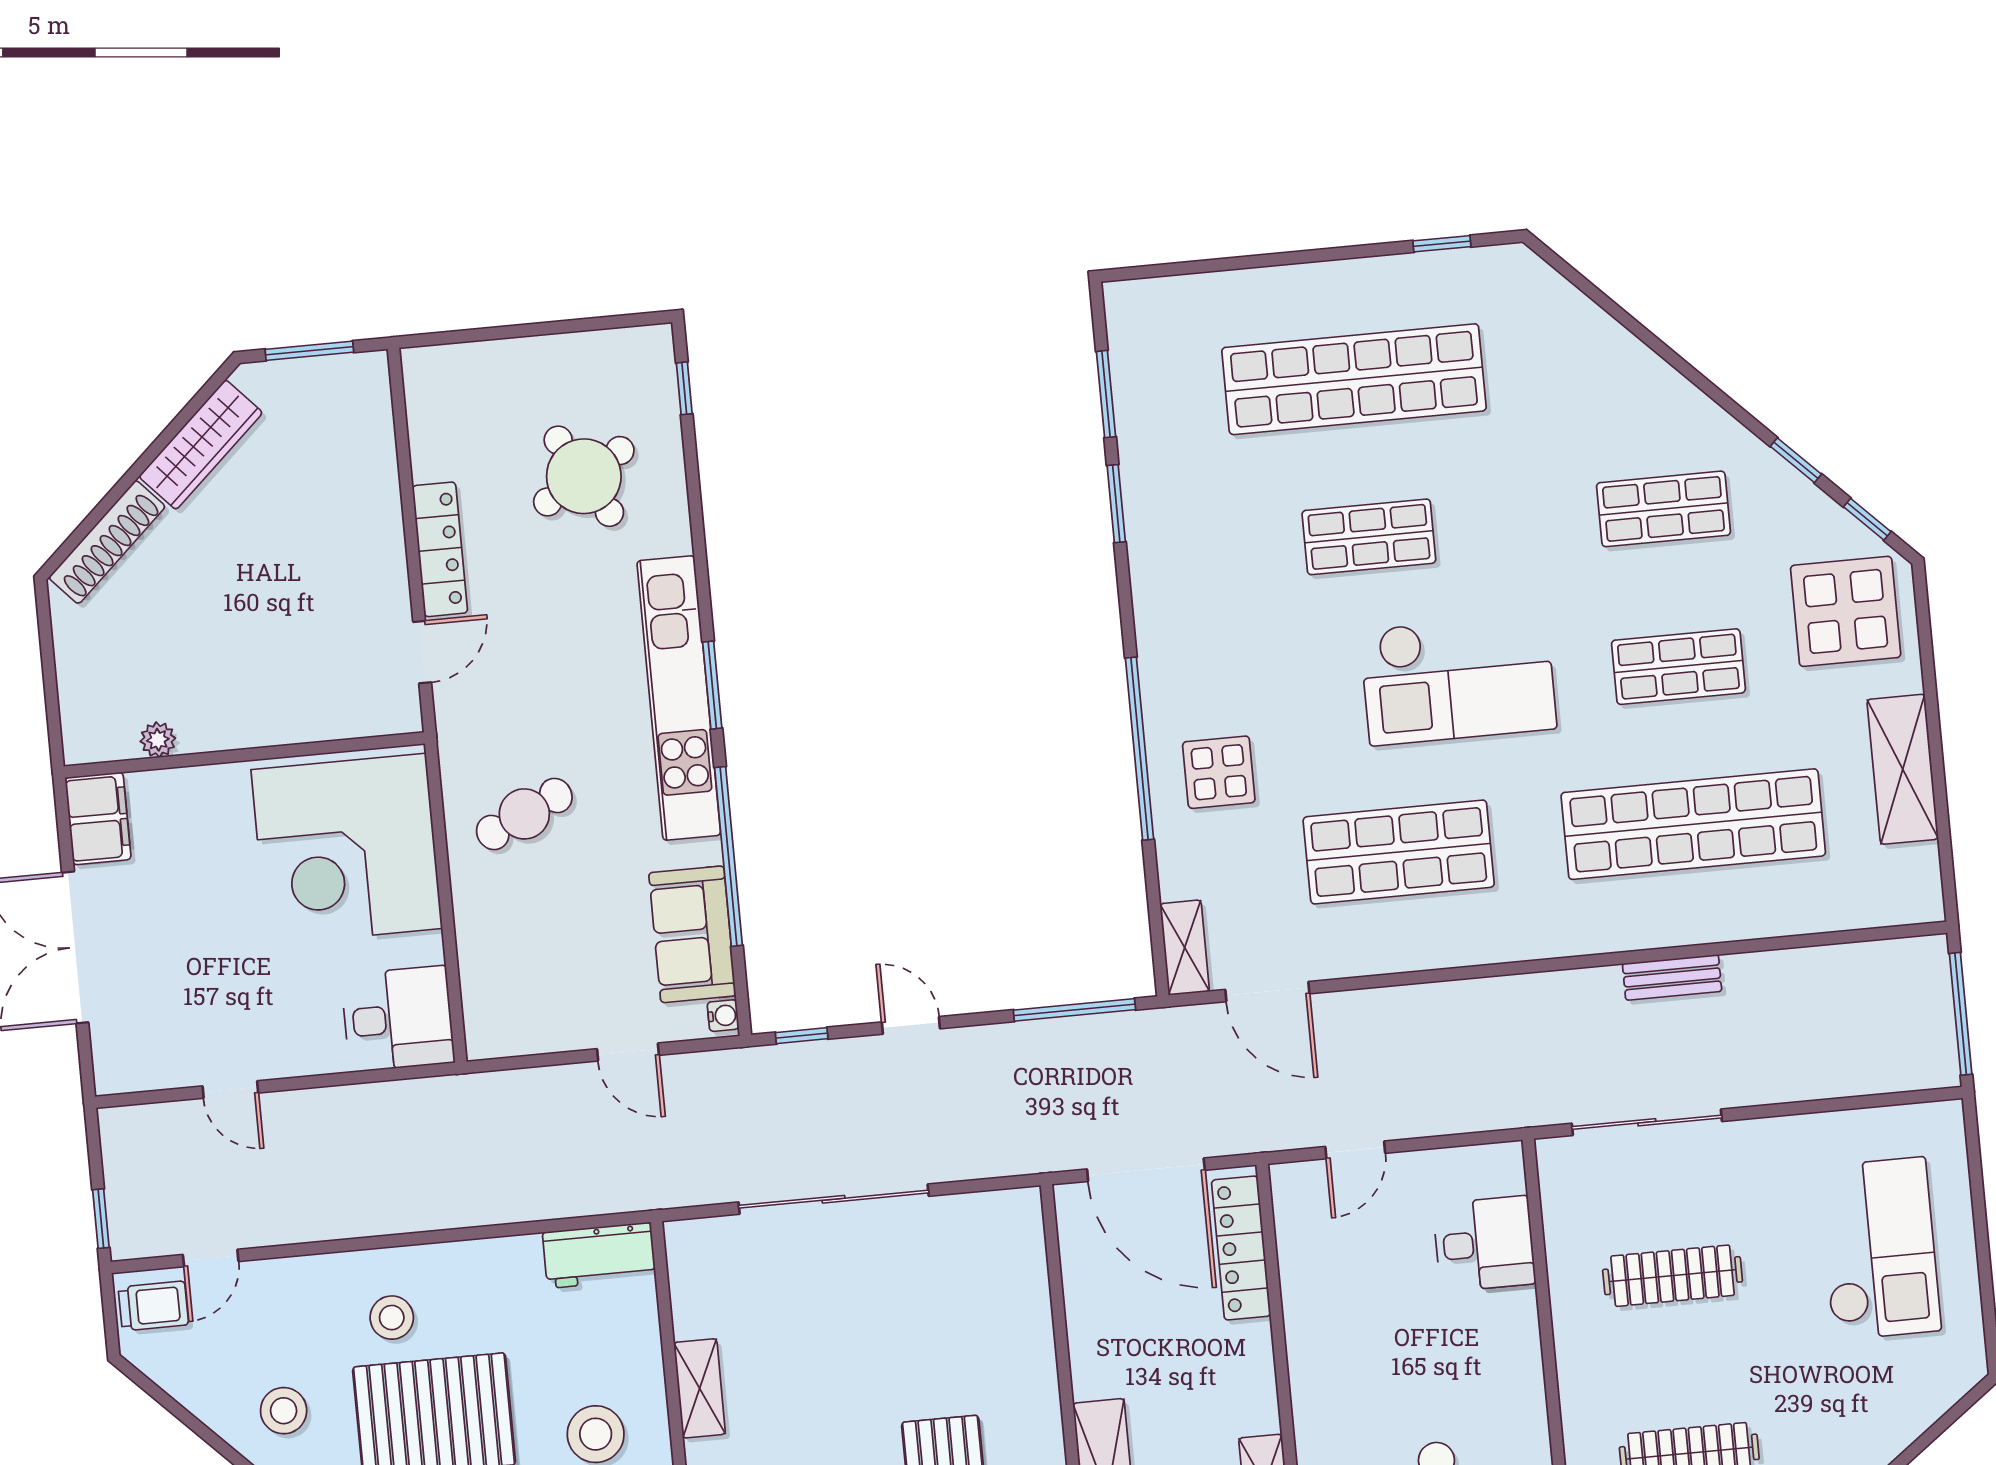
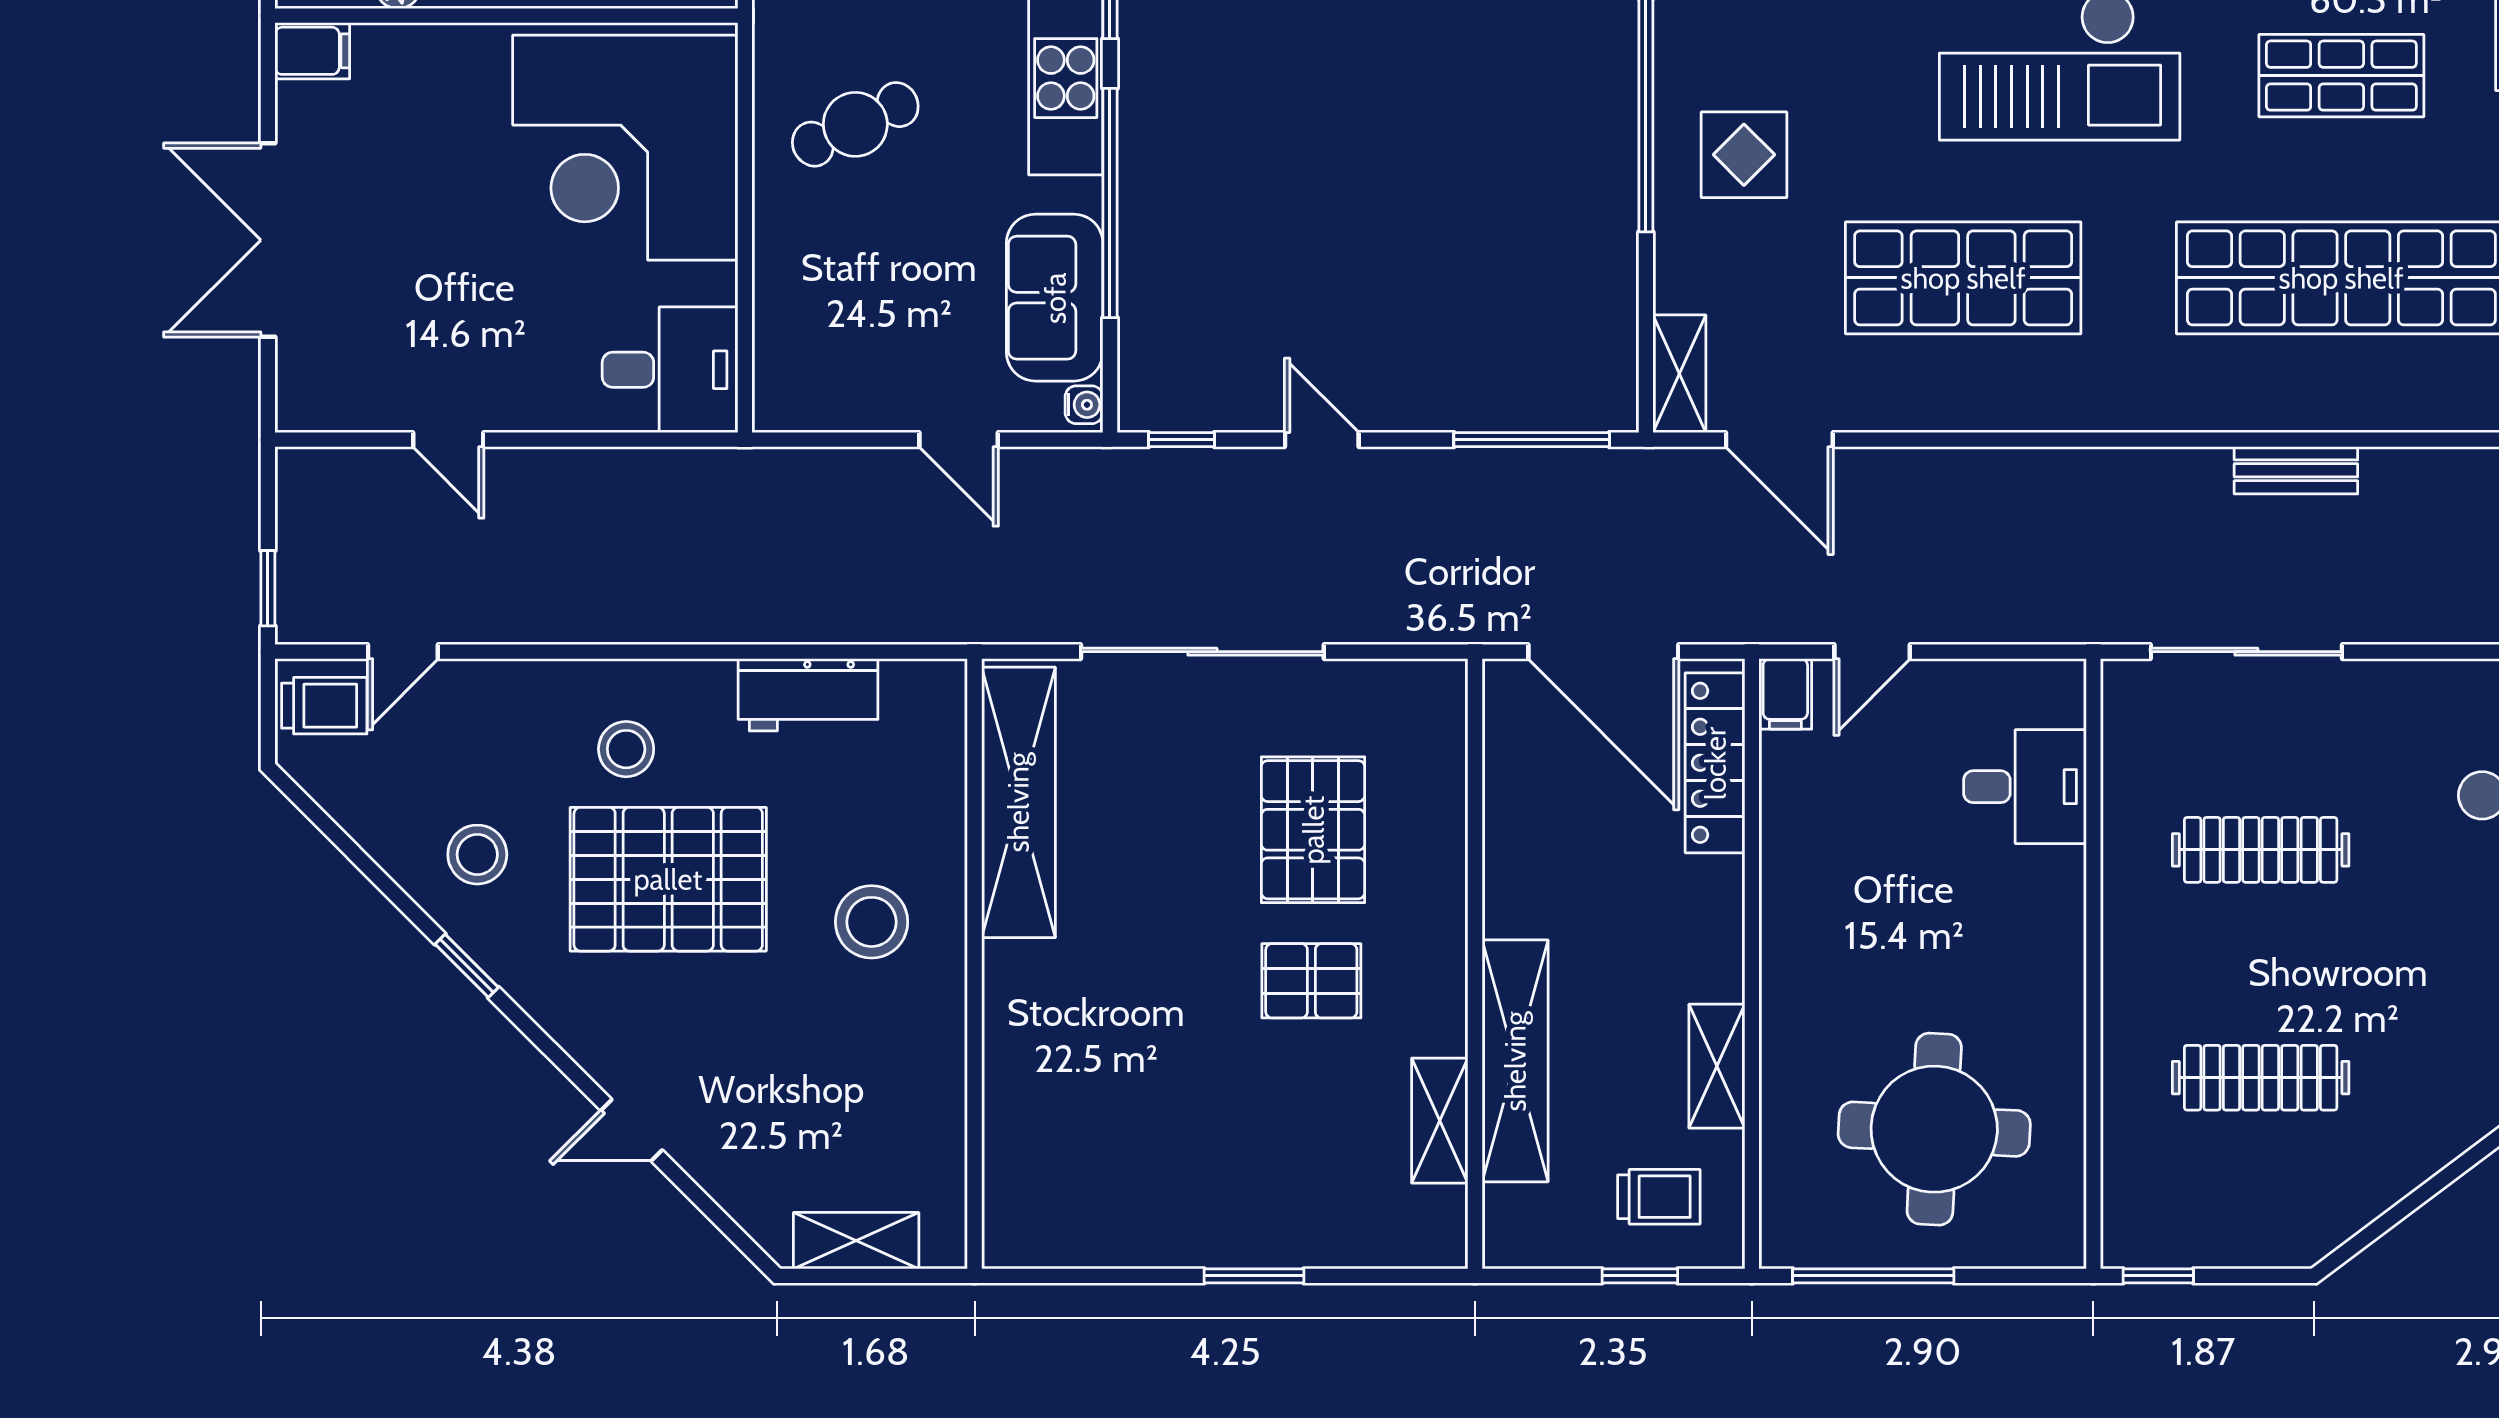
filing cabinet: (98, 819) -> (312, 51), width x0.50
filing cabinet: (1291, 1189) -> (1785, 694), added
workbench: (599, 1255) -> (808, 695), moved
pallet: (933, 1330) -> (1313, 830), added
shelving: (700, 1388) -> (1018, 802), width x2.20, depth x1.33

